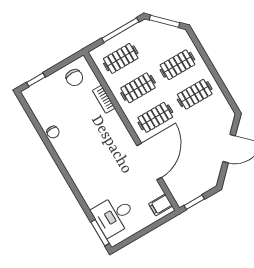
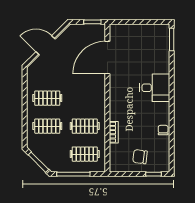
chair: (74, 78) -> (140, 157), moved, turned -83
clothes rail: (155, 117) -> (85, 98), removed
door: (149, 161) -> (107, 58), moved
filing cabinet: (161, 205) -> (117, 34), removed
desk: (114, 216) -> (155, 88), moved

